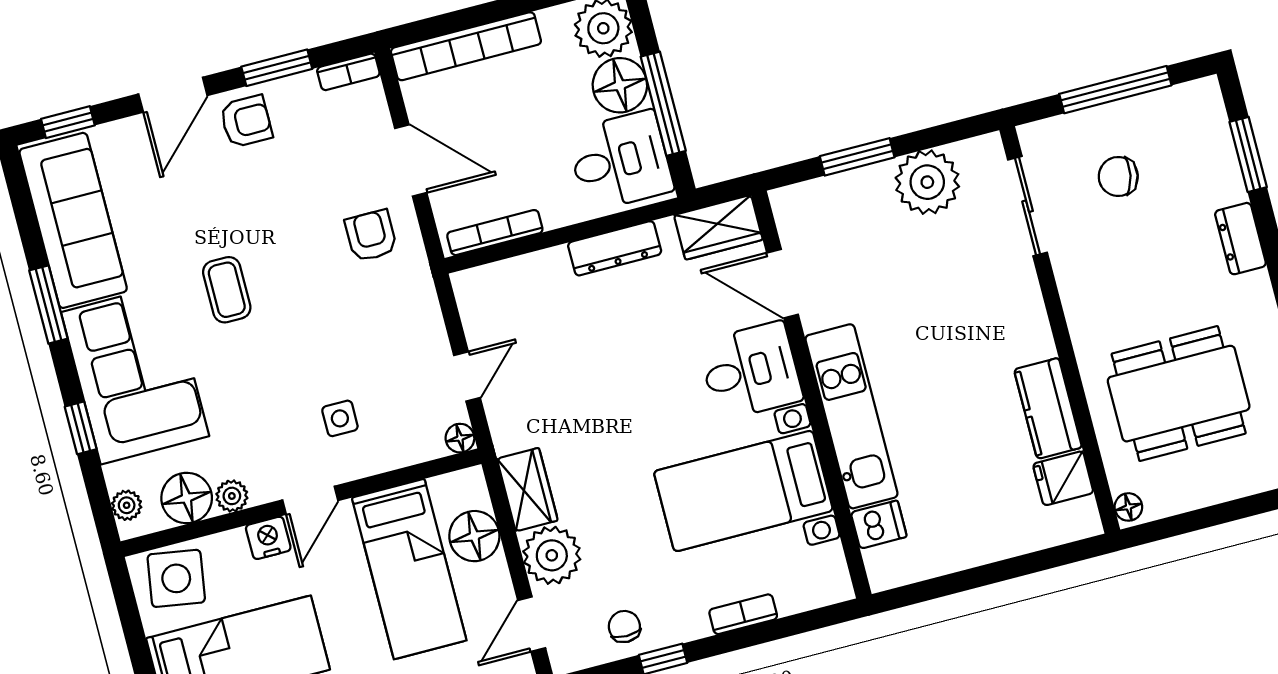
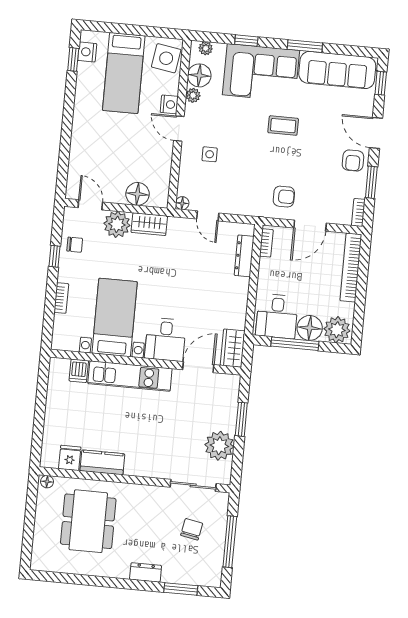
bookcase: (495, 233) -> (266, 243), width x0.64
dresser: (615, 248) -> (244, 256), moved
bed: (409, 569) -> (133, 161), removed

